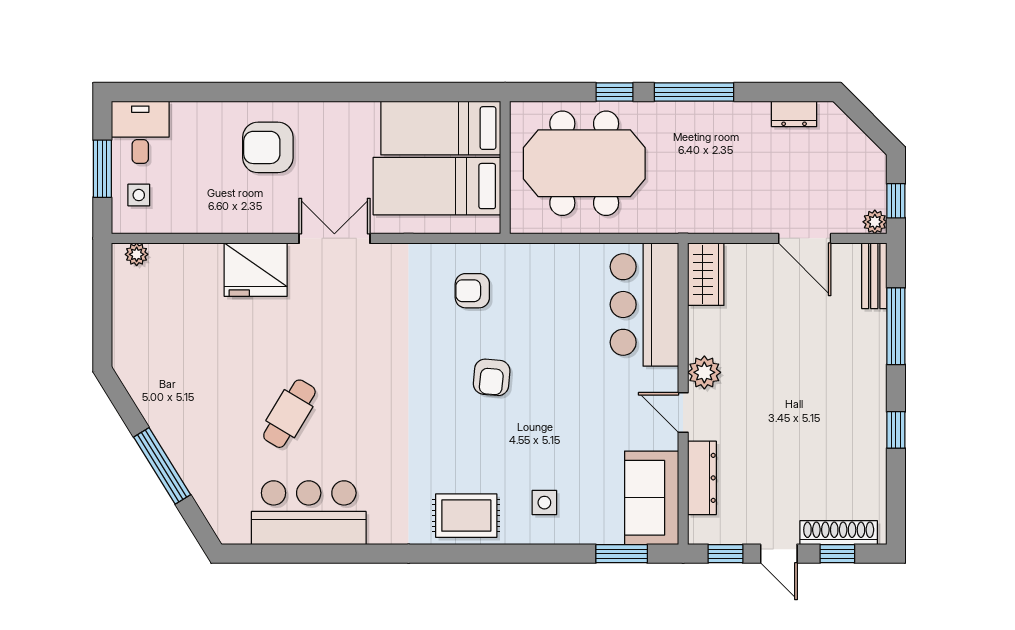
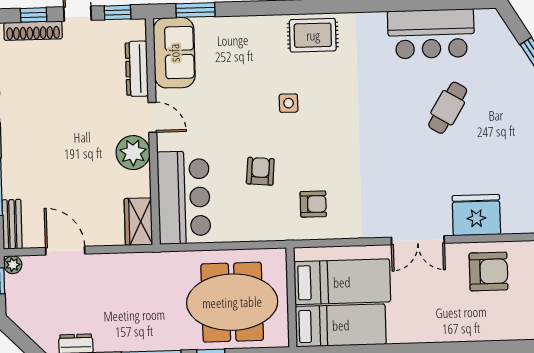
armchair: (268, 147) -> (488, 271), moved
plant: (704, 372) -> (133, 153), width x1.36, depth x1.36
armchair: (492, 377) -> (260, 171), moved
side table: (544, 503) -> (289, 103), moved

